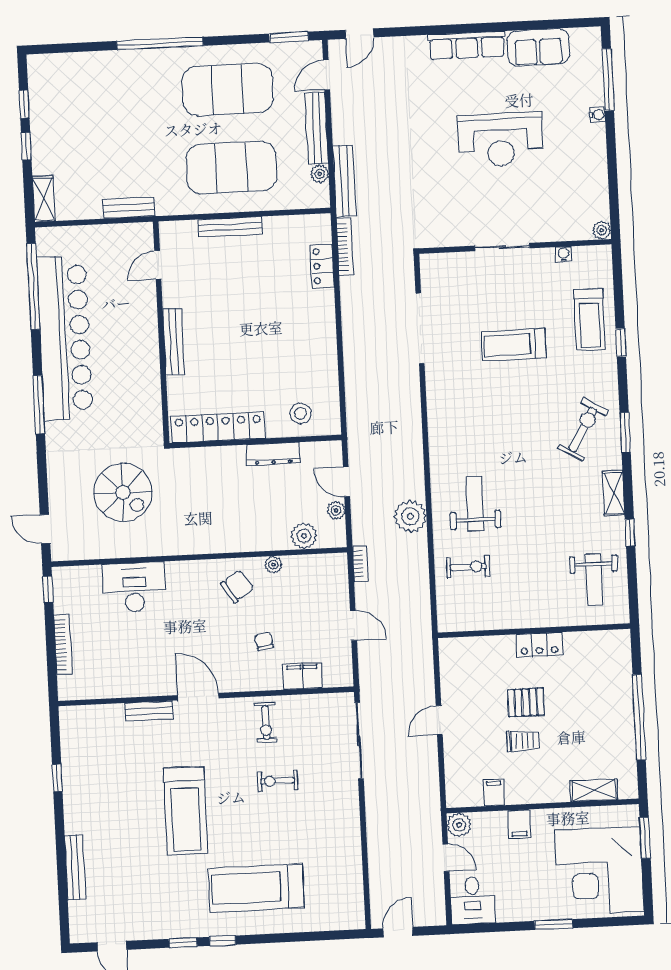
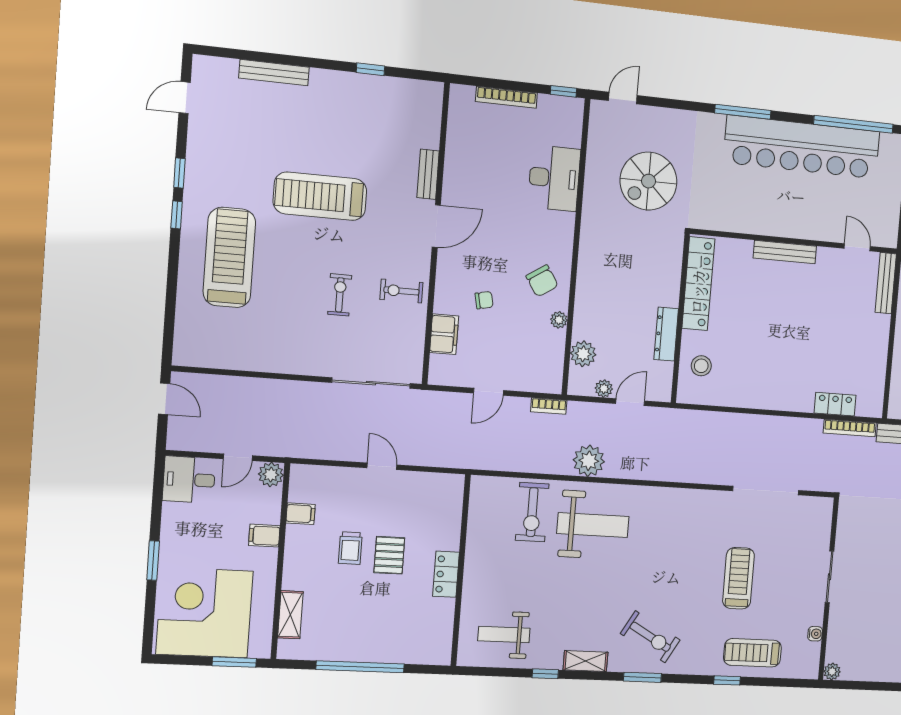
bench: (230, 227) -> (886, 283), moved
weight bench: (475, 504) -> (593, 525), width x1.36, depth x1.33
exercise bike: (468, 567) -> (532, 512), width x1.38, depth x1.39

